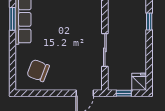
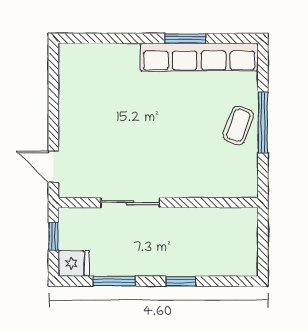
window: (149, 59) -> (114, 281), added
chair: (38, 71) -> (94, 84), removed

